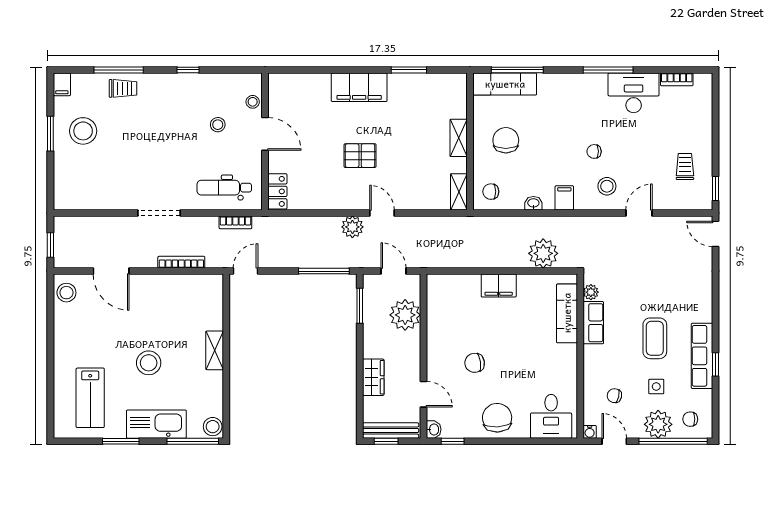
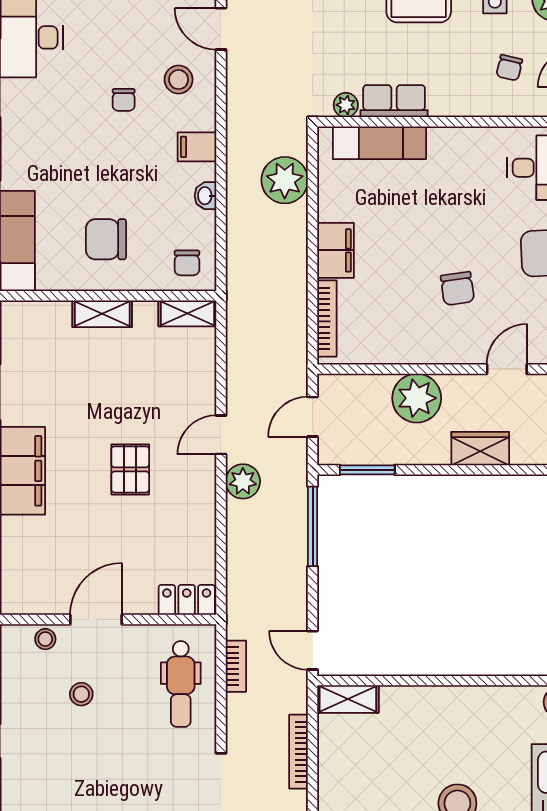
bookcase: (456, 280) -> (327, 318), added
plant: (405, 315) -> (417, 398), moved
shelving: (215, 350) -> (348, 699), moved

